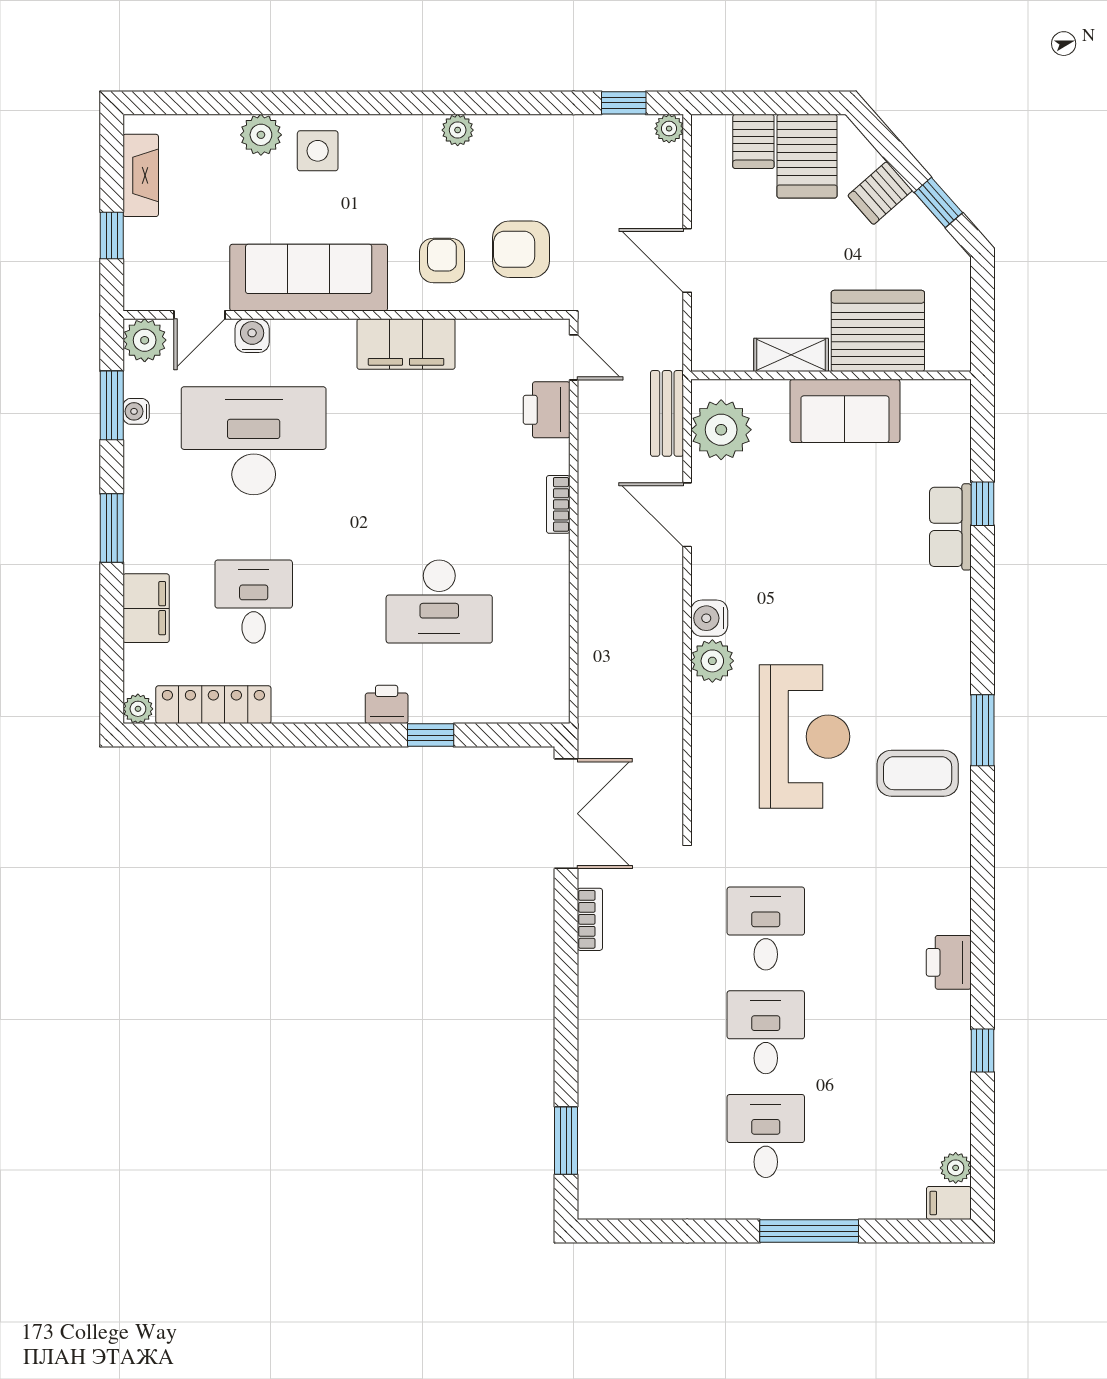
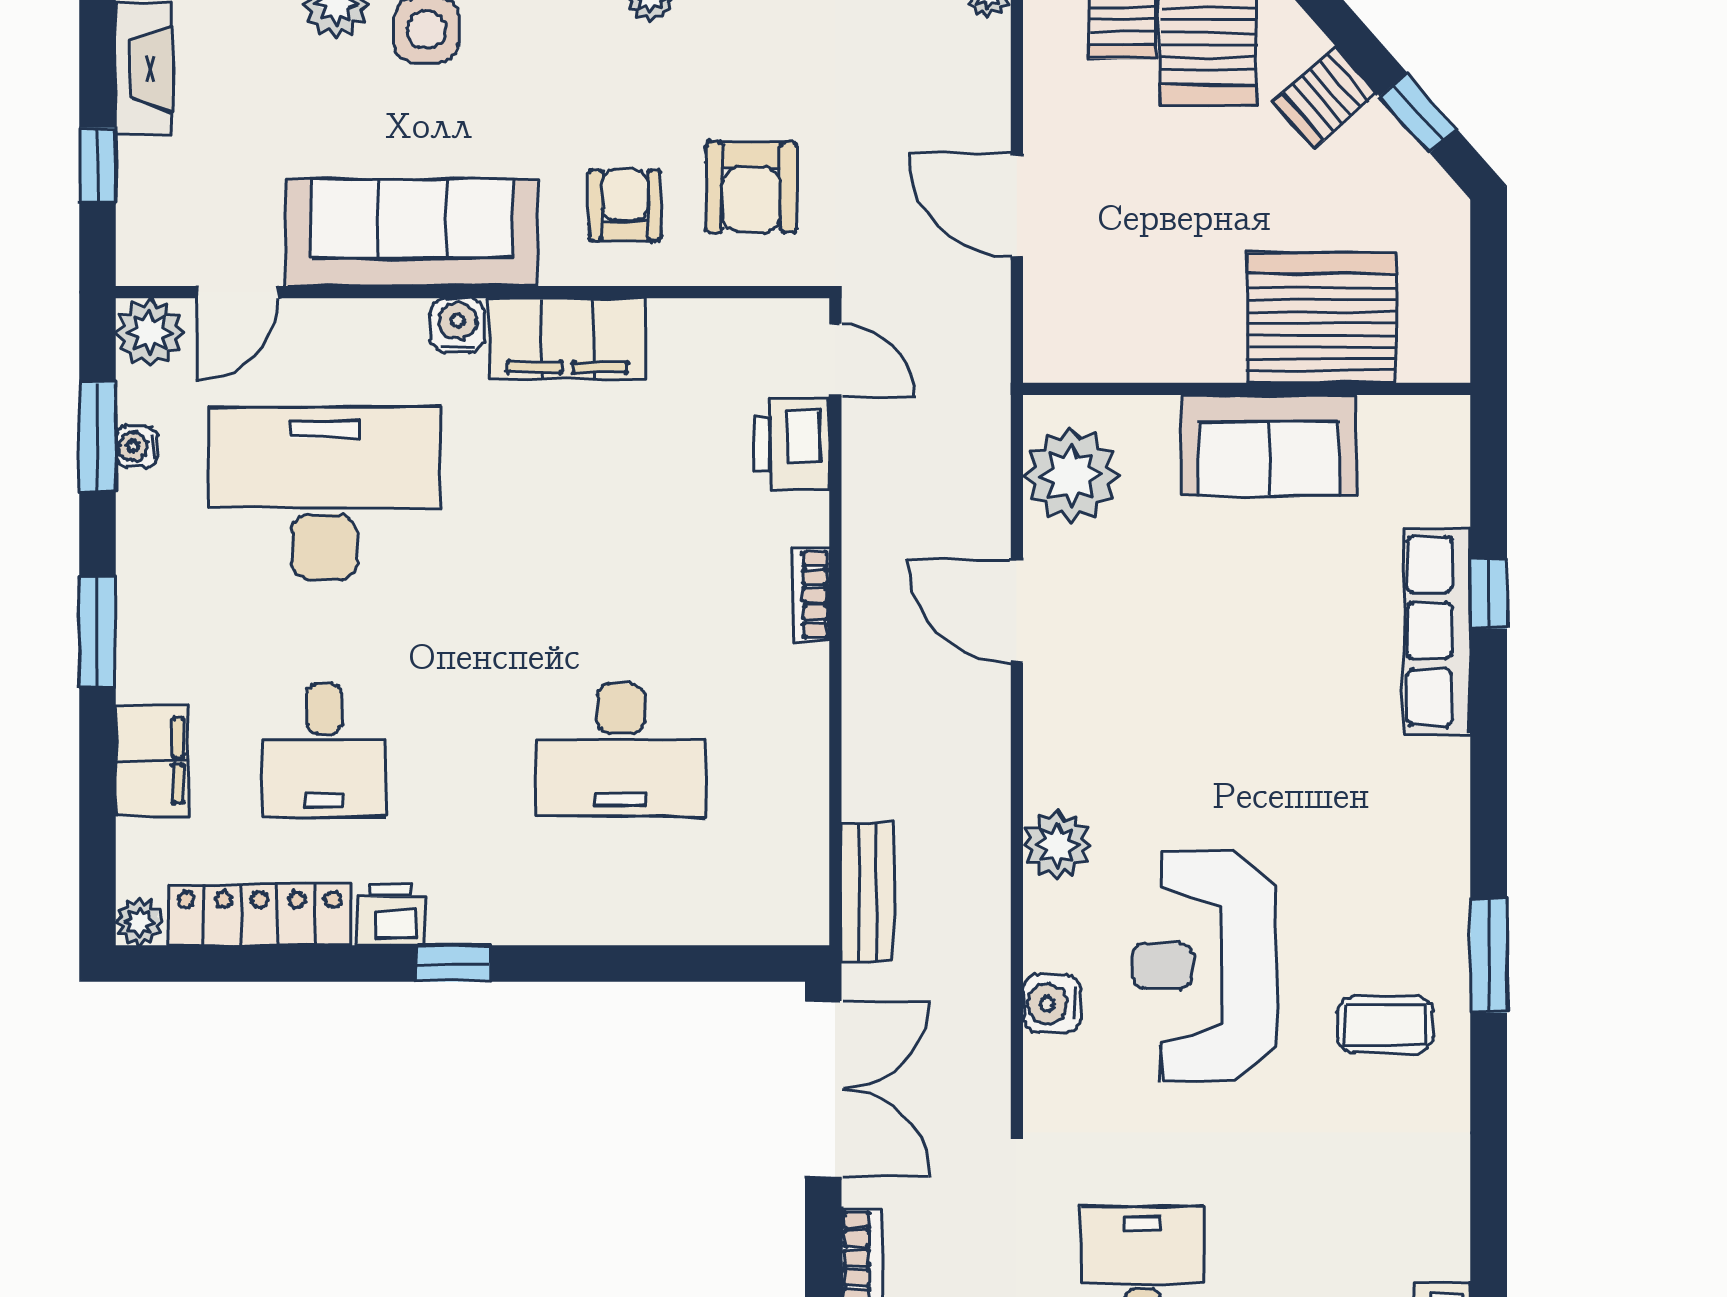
armchair: (521, 249) -> (751, 187), turned -90
water cooler: (252, 336) -> (457, 325), moved
shelving: (791, 355) -> (1183, 356), removed
bench: (667, 413) -> (868, 893), moved
row of seats: (950, 527) -> (1437, 631), width x1.48
desk: (254, 602) -> (324, 750), turned 180
water cooler: (709, 618) -> (1052, 1004), moved
printer: (387, 704) -> (390, 915), moved
window: (431, 735) -> (454, 963), moved
reception desk: (804, 737) -> (1204, 966), turned 180
coffee table: (918, 773) -> (1385, 1024), width x0.73, depth x0.77

